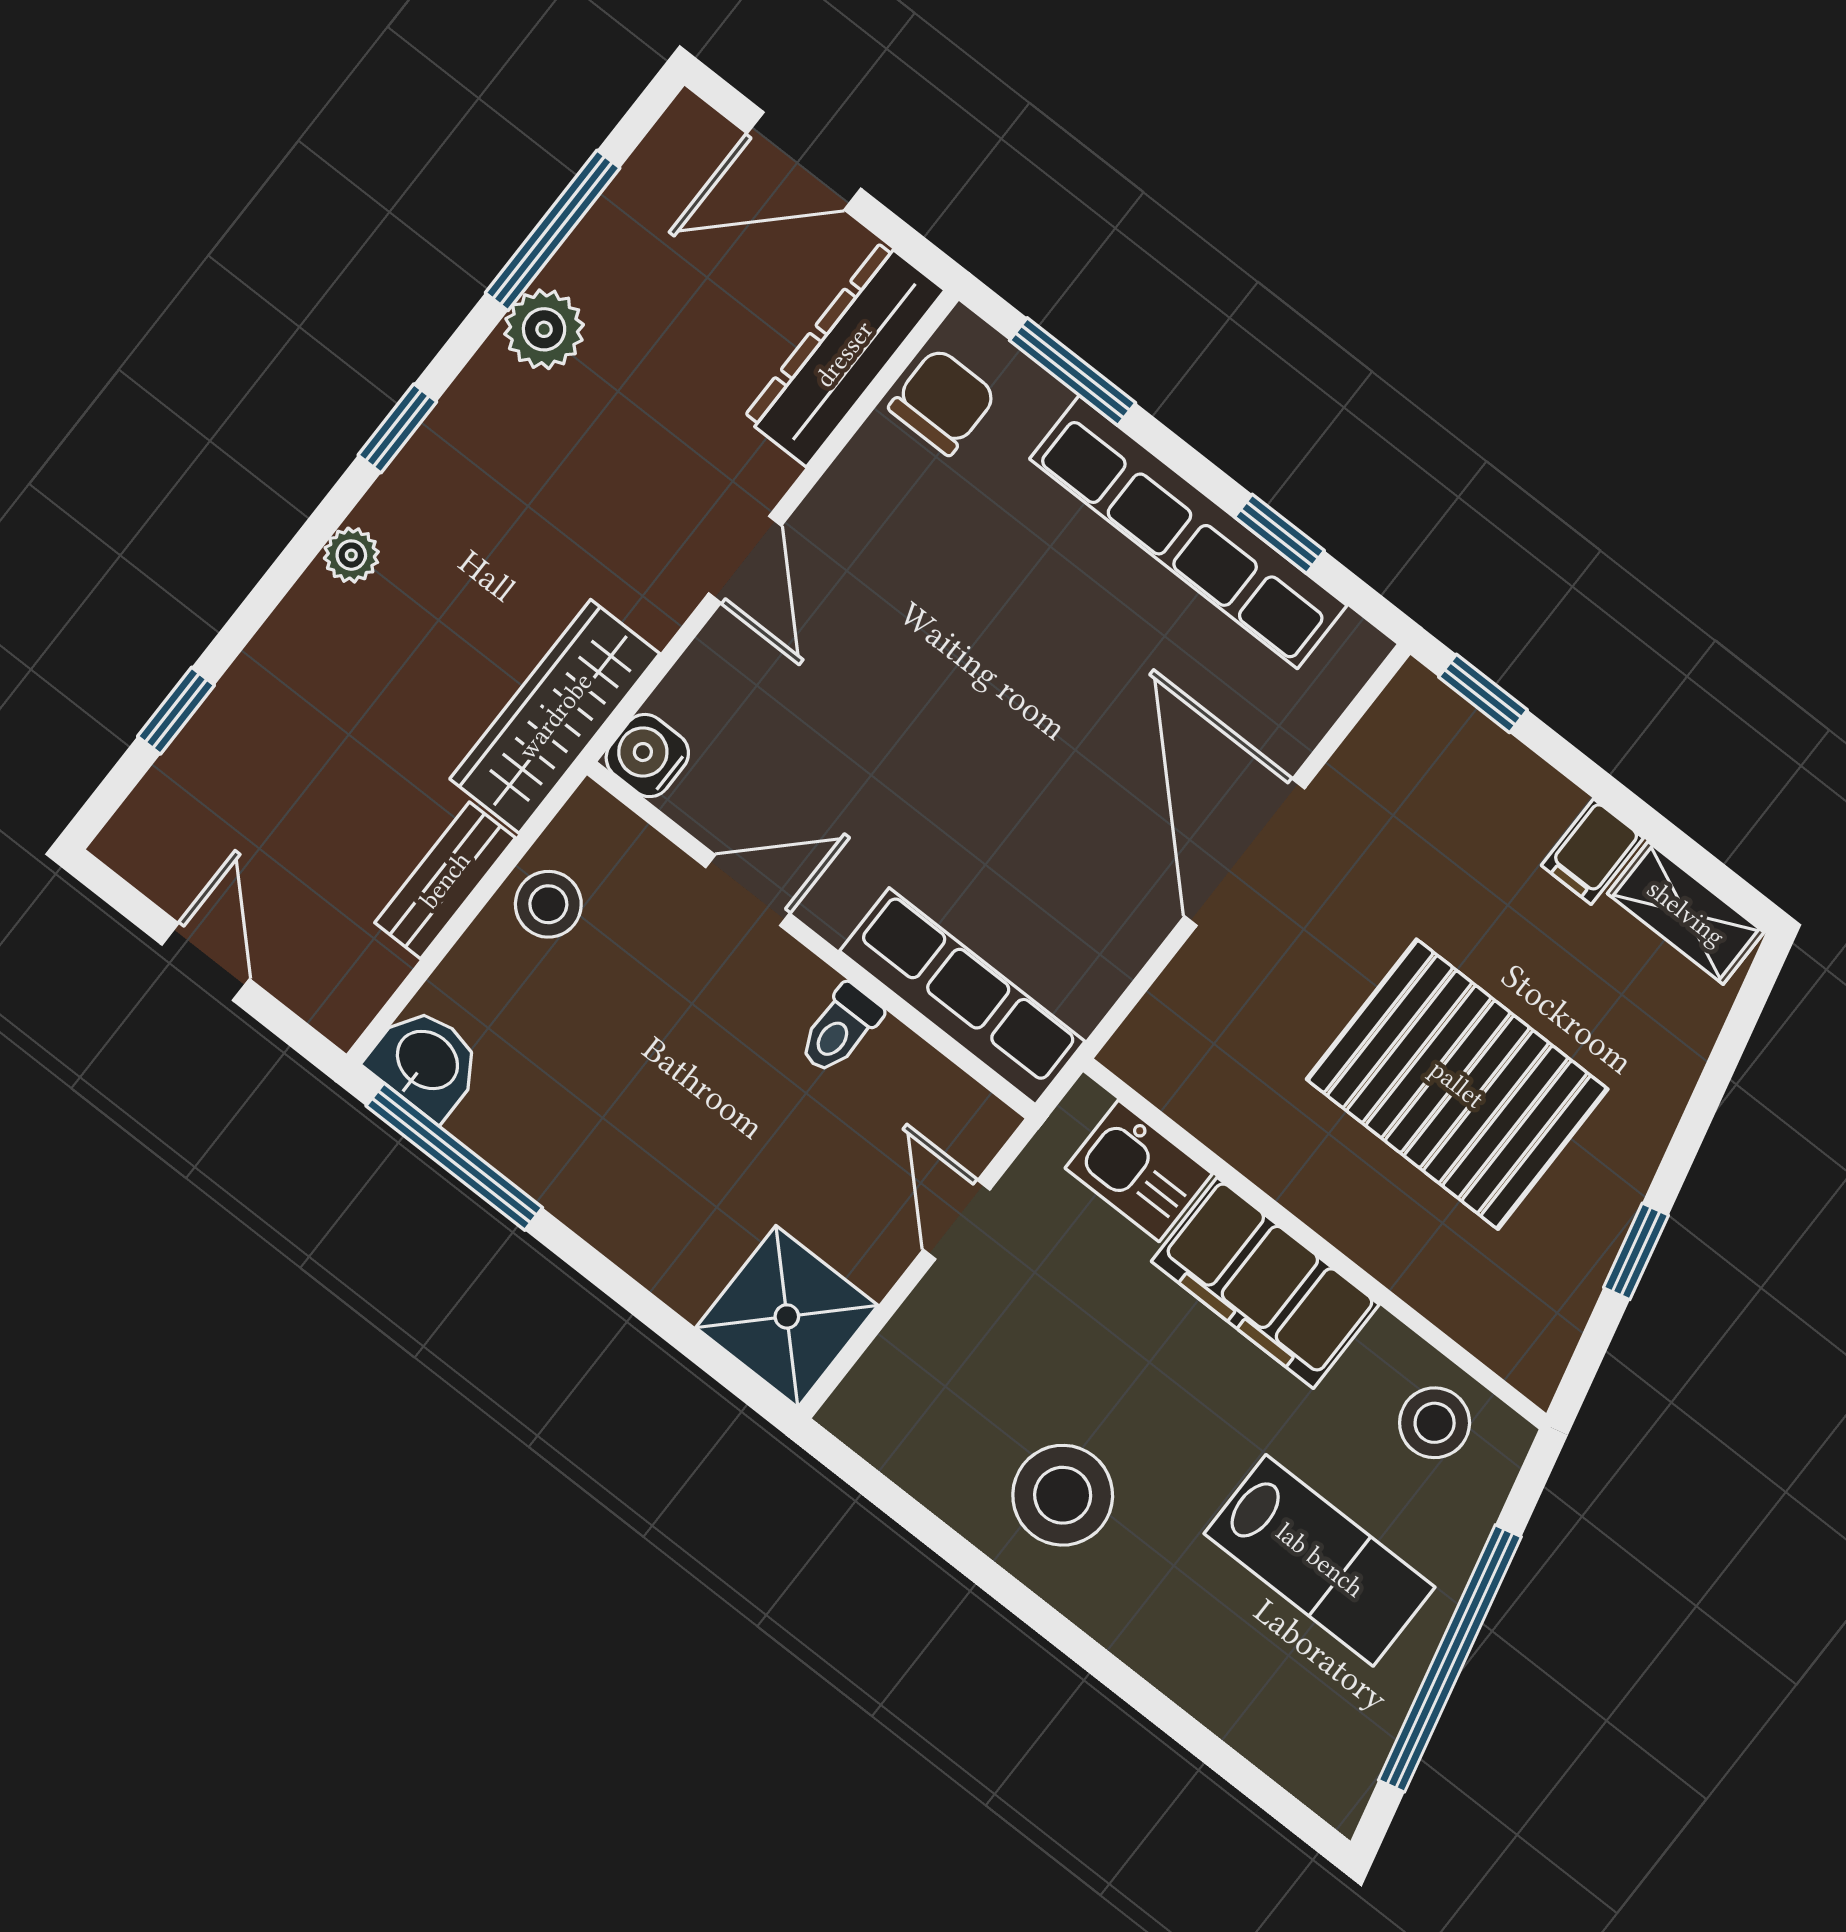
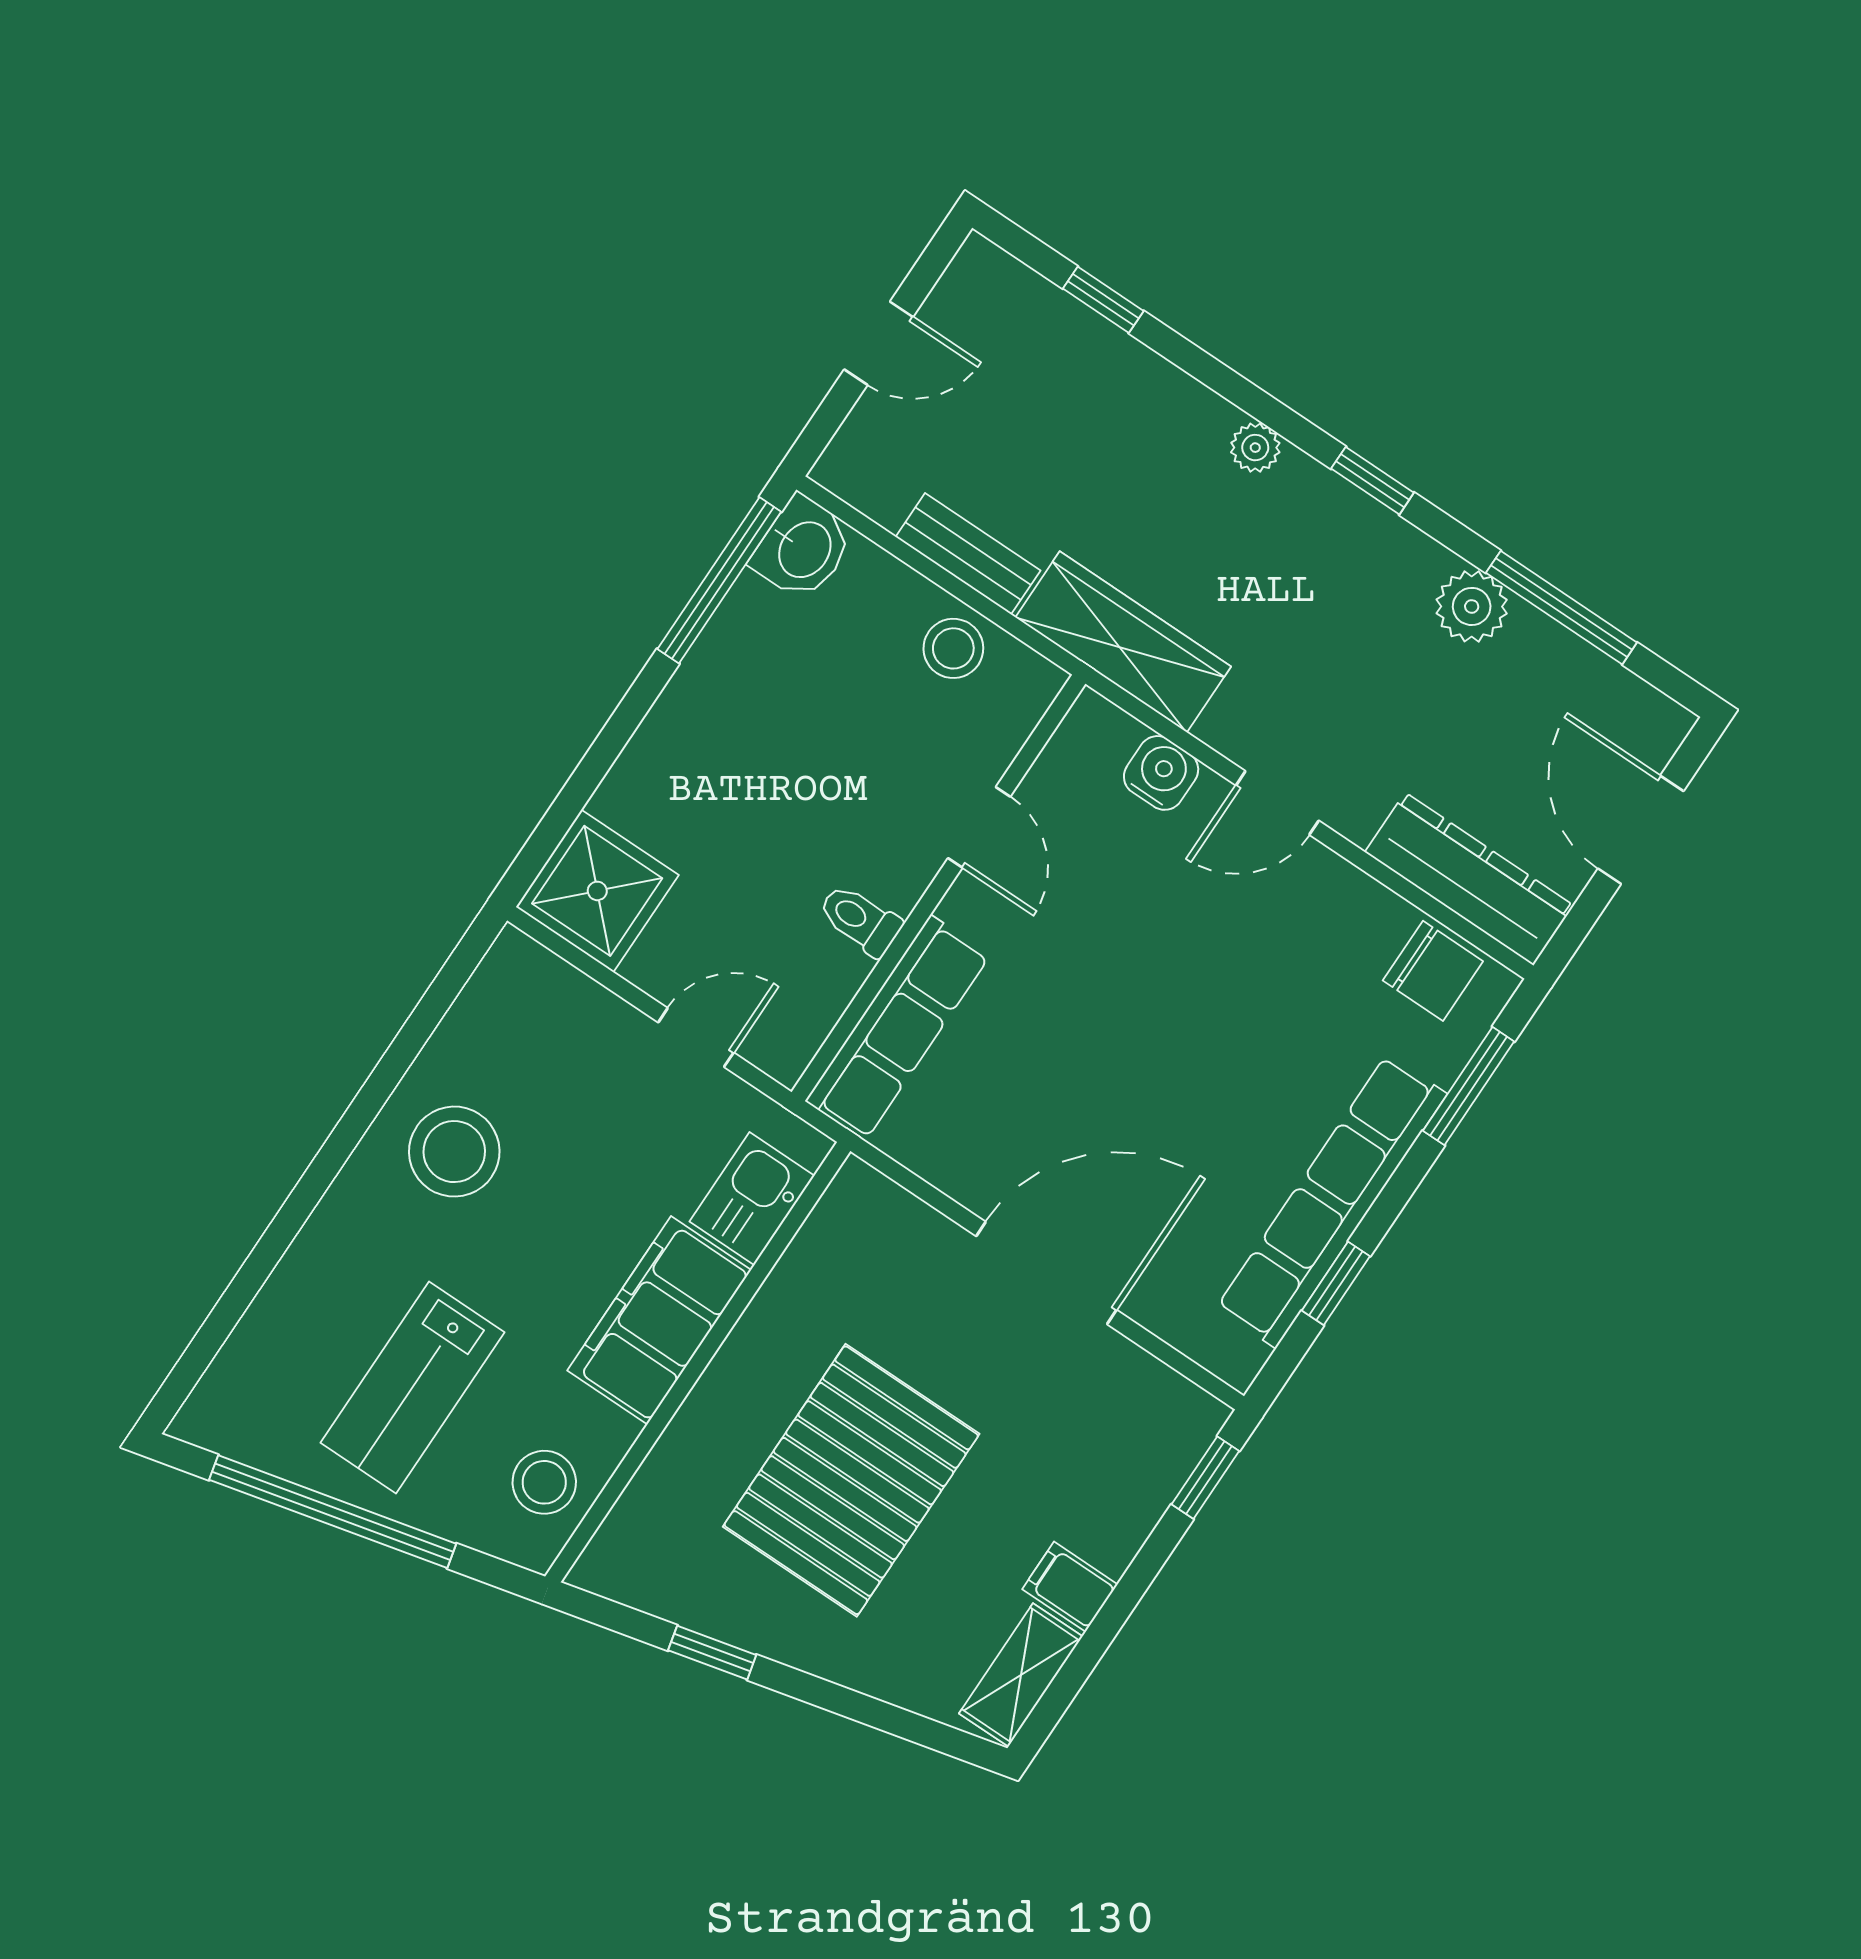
water cooler: (647, 756) -> (1161, 773), moved

